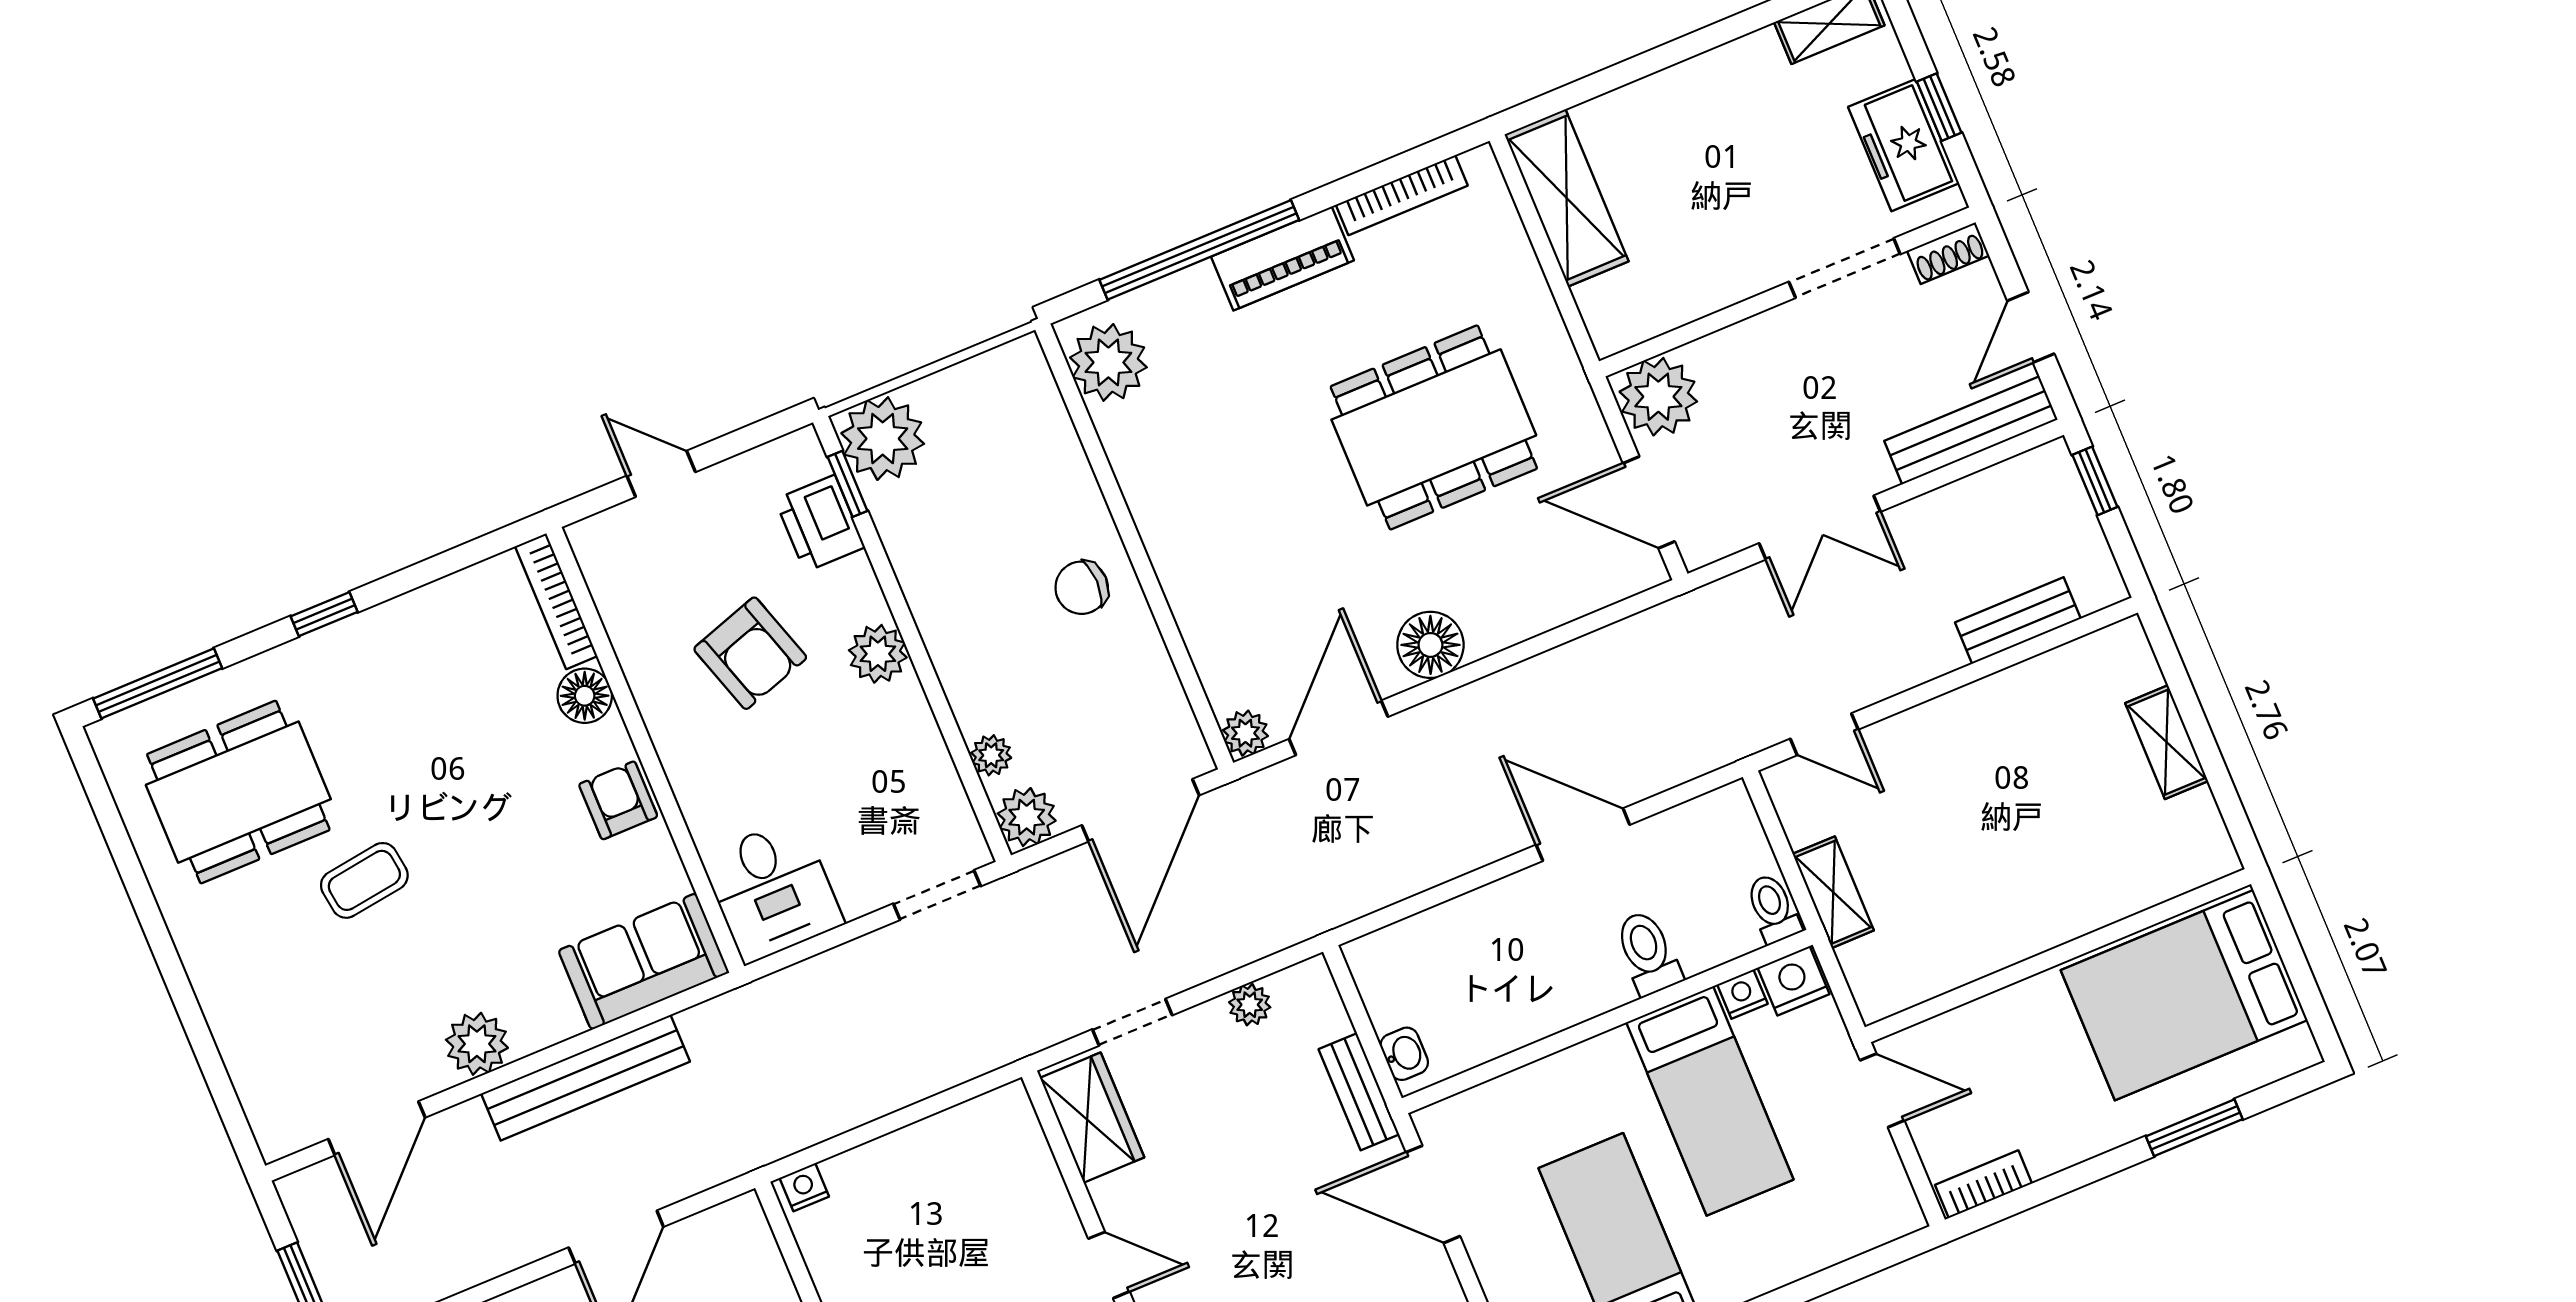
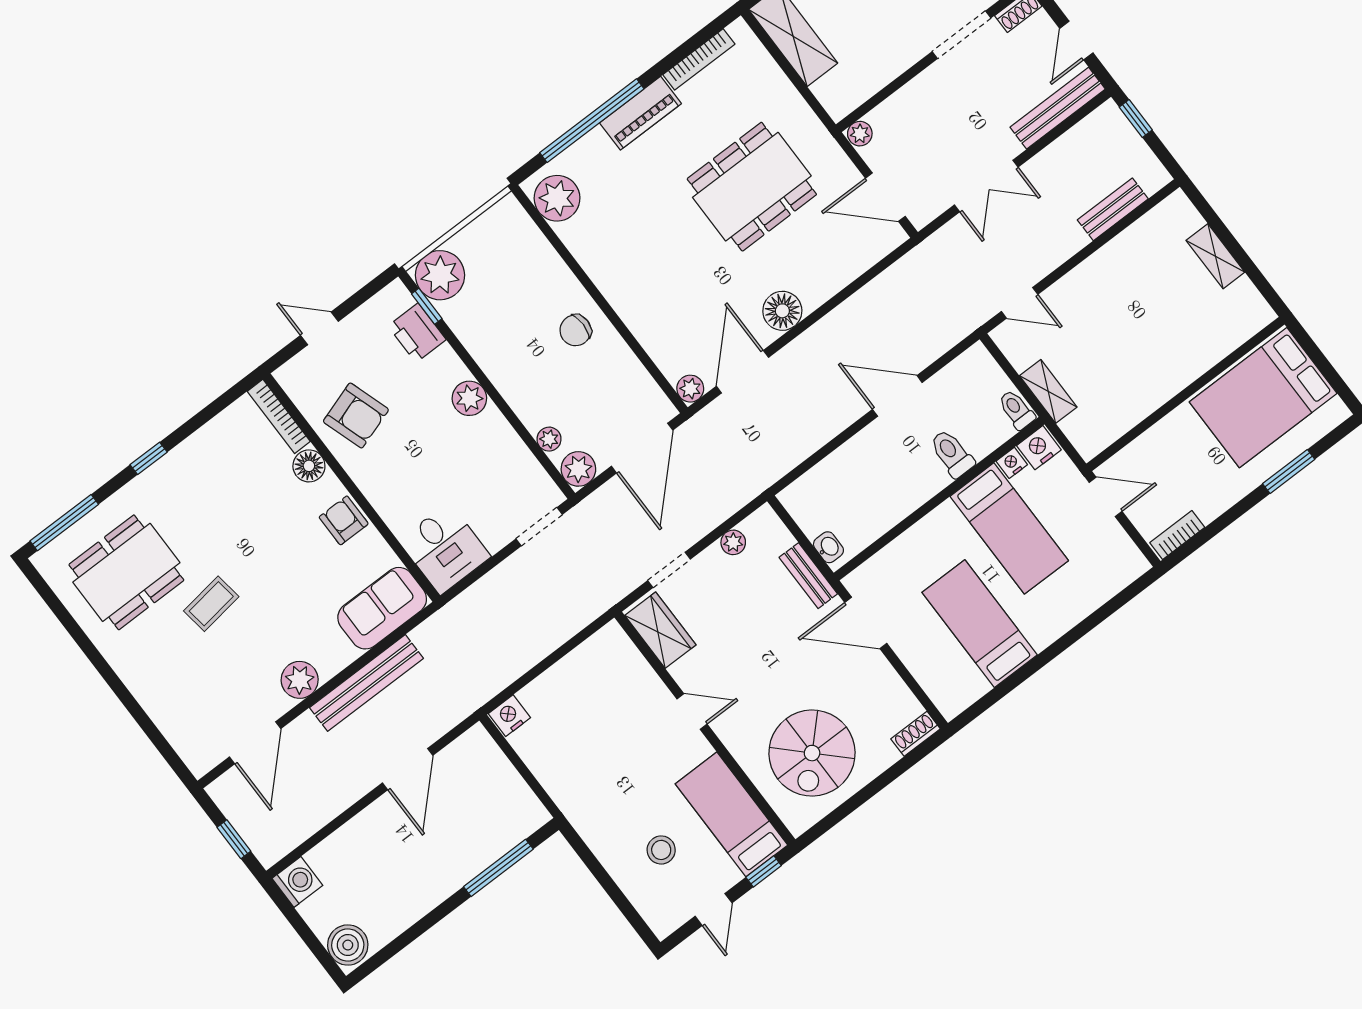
plant: (1658, 397) -> (860, 134), width x0.53, depth x0.53
armchair: (750, 653) -> (356, 416), moved
nightstand: (804, 1187) -> (509, 716), width x1.39, depth x1.35

